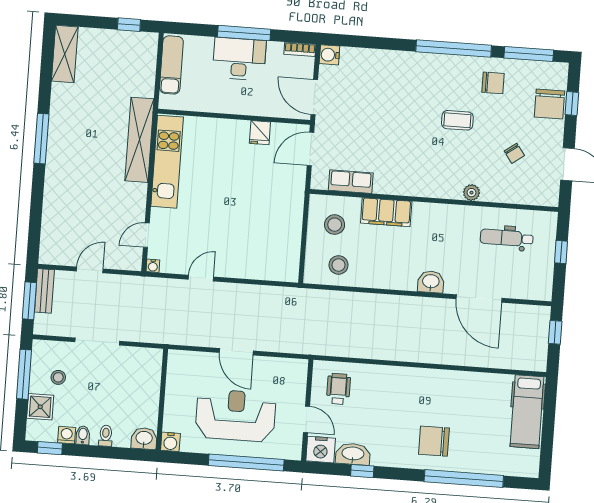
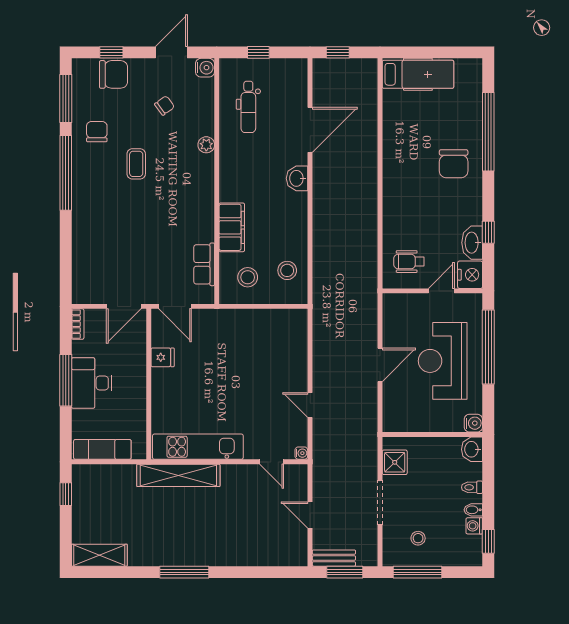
water cooler: (329, 55) -> (205, 68), moved, turned -90
shower: (40, 407) -> (395, 462), moved

